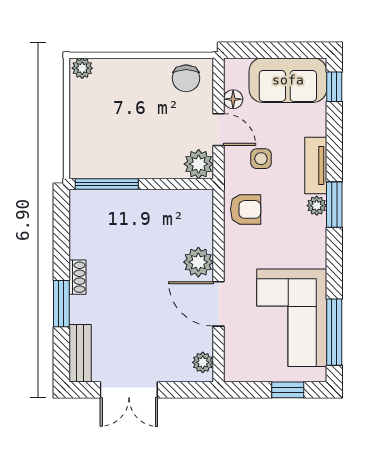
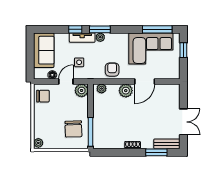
window: (334, 87) -> (75, 29), moved
chair: (113, 146) -> (73, 129), added
armchair: (246, 209) -> (112, 70), moved
window: (61, 304) -> (156, 152), moved
plant: (203, 362) -> (102, 89), moved

